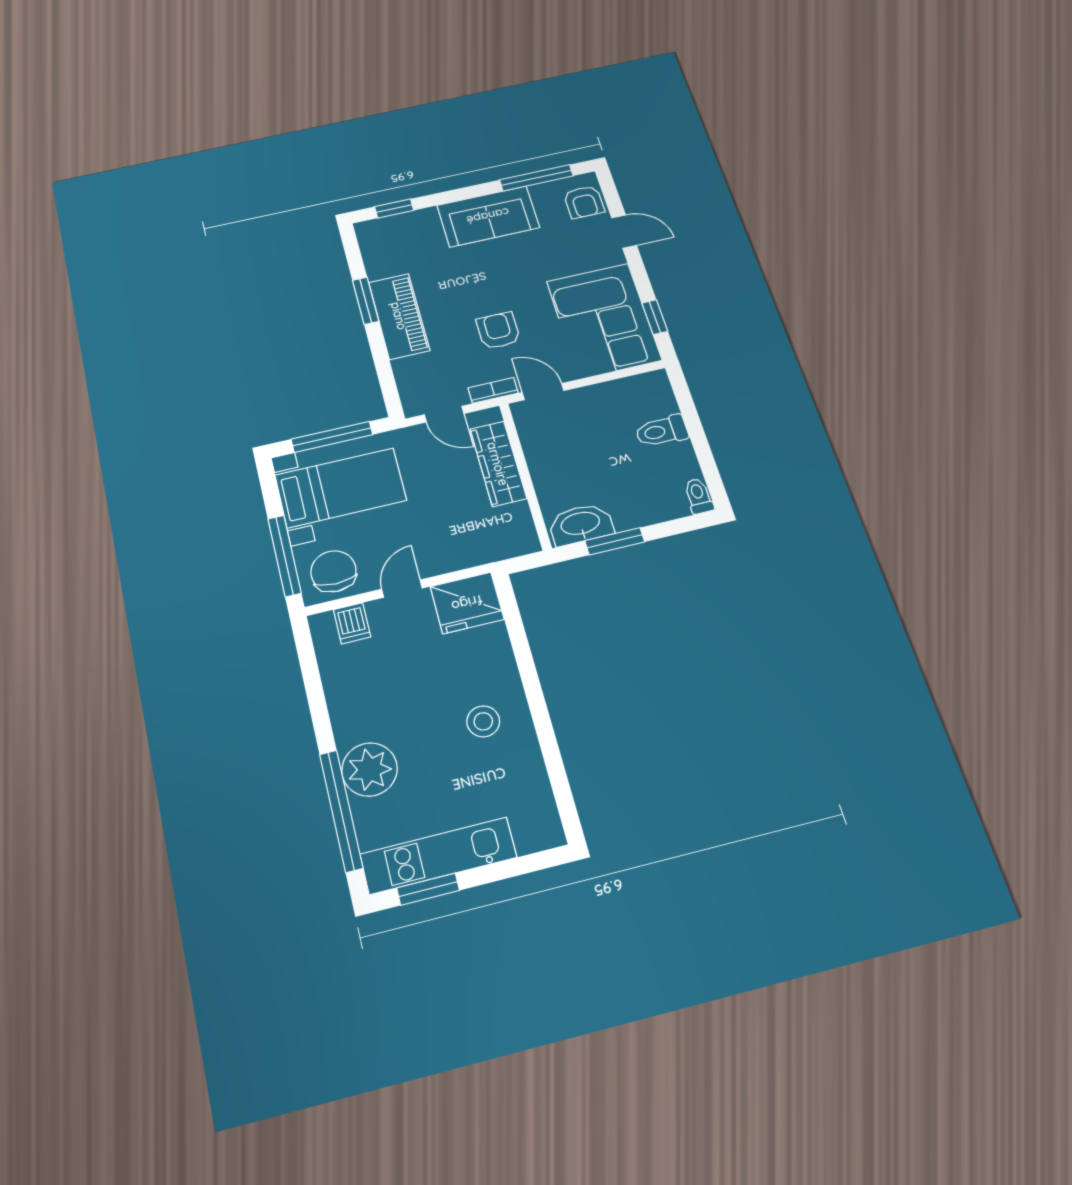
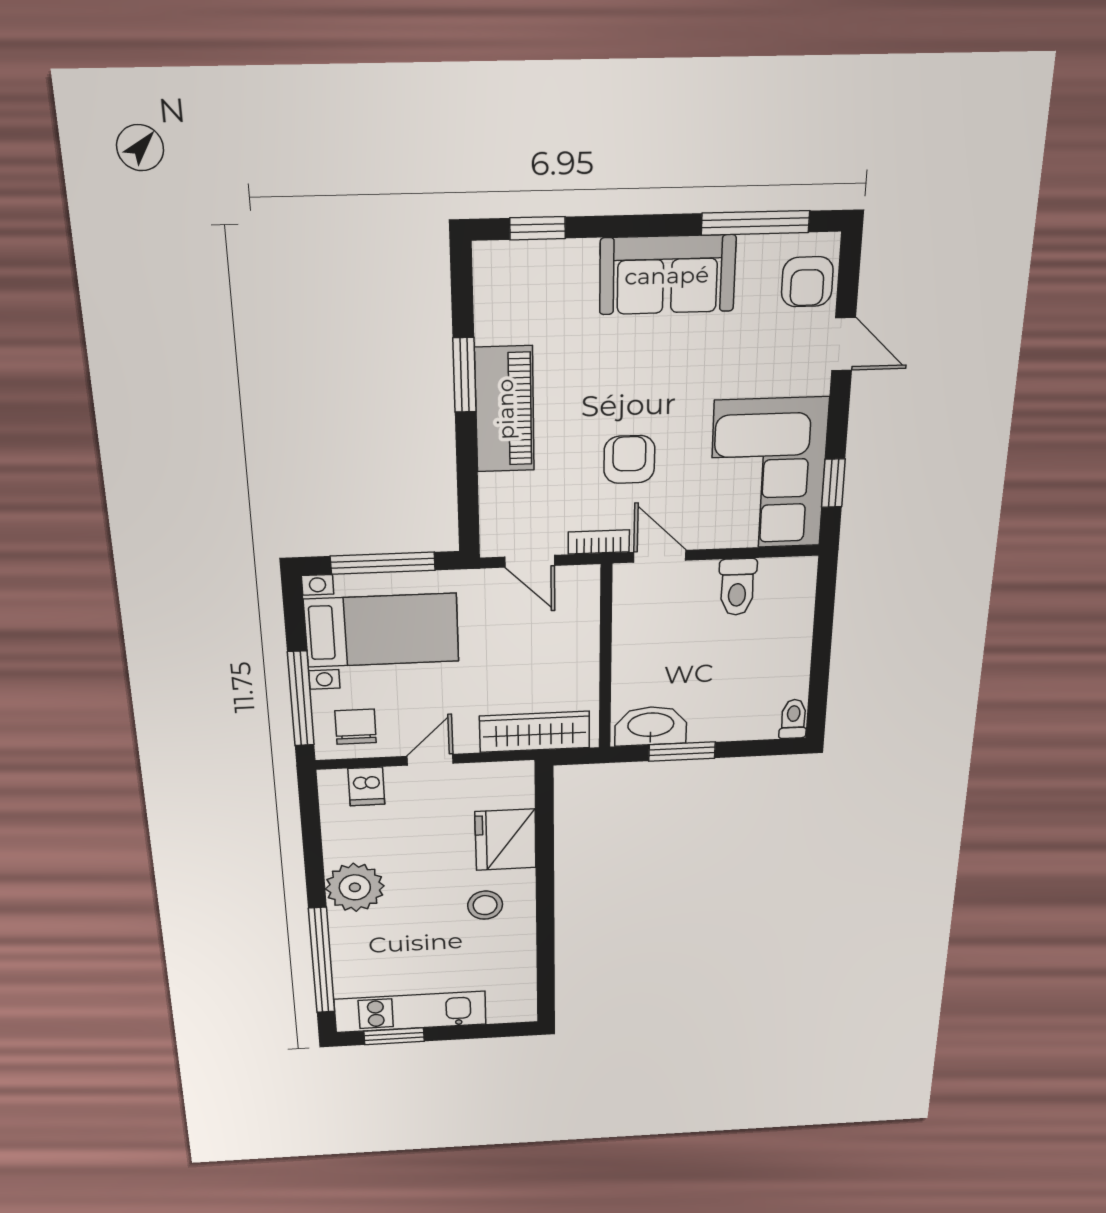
toilet: (662, 431) -> (737, 587), moved, turned -90
wardrobe: (498, 464) -> (535, 732), moved, turned 90
chair: (333, 571) -> (356, 727), width x0.73, depth x0.73
fridge: (467, 603) -> (506, 840), moved, turned 90
plant: (370, 769) -> (355, 887), moved

